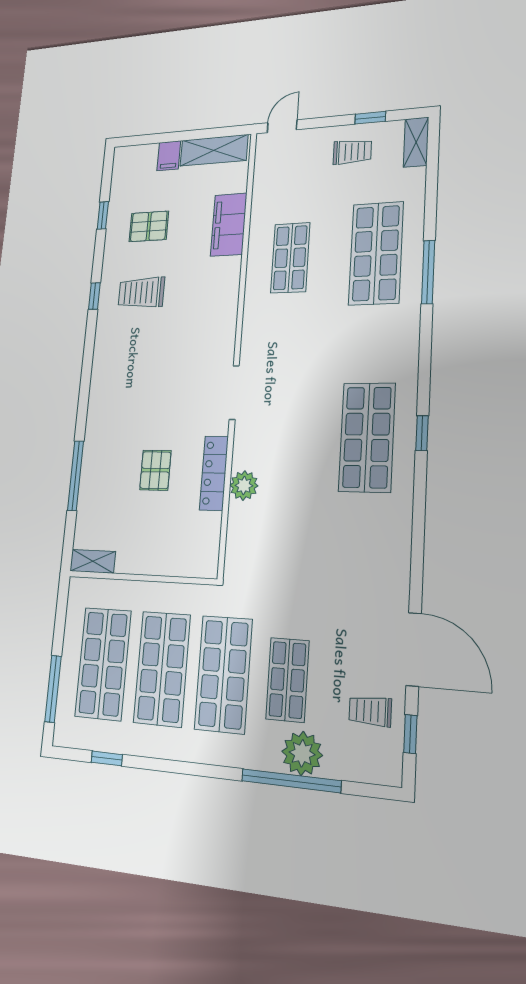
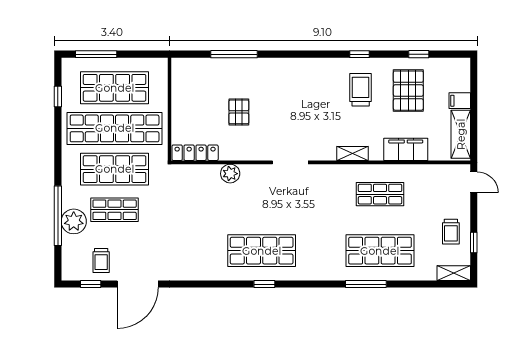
pallet: (149, 226) -> (408, 91), width x1.50, depth x1.42
pallet: (155, 470) -> (239, 112), turned 90
locker: (214, 473) -> (195, 153), moved
shelving: (93, 561) -> (353, 154), moved, turned 90
shop shelf: (162, 669) -> (115, 128), width x1.40
trolley: (370, 711) -> (101, 260), turned 180

